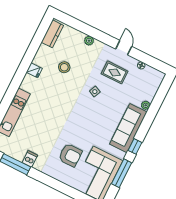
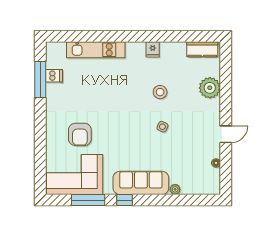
plant: (89, 41) -> (210, 88), width x1.88, depth x1.88
stool: (64, 67) -> (160, 92), moved
rug: (115, 72) -> (194, 138), removed
dishwasher: (30, 159) -> (54, 76), moved

